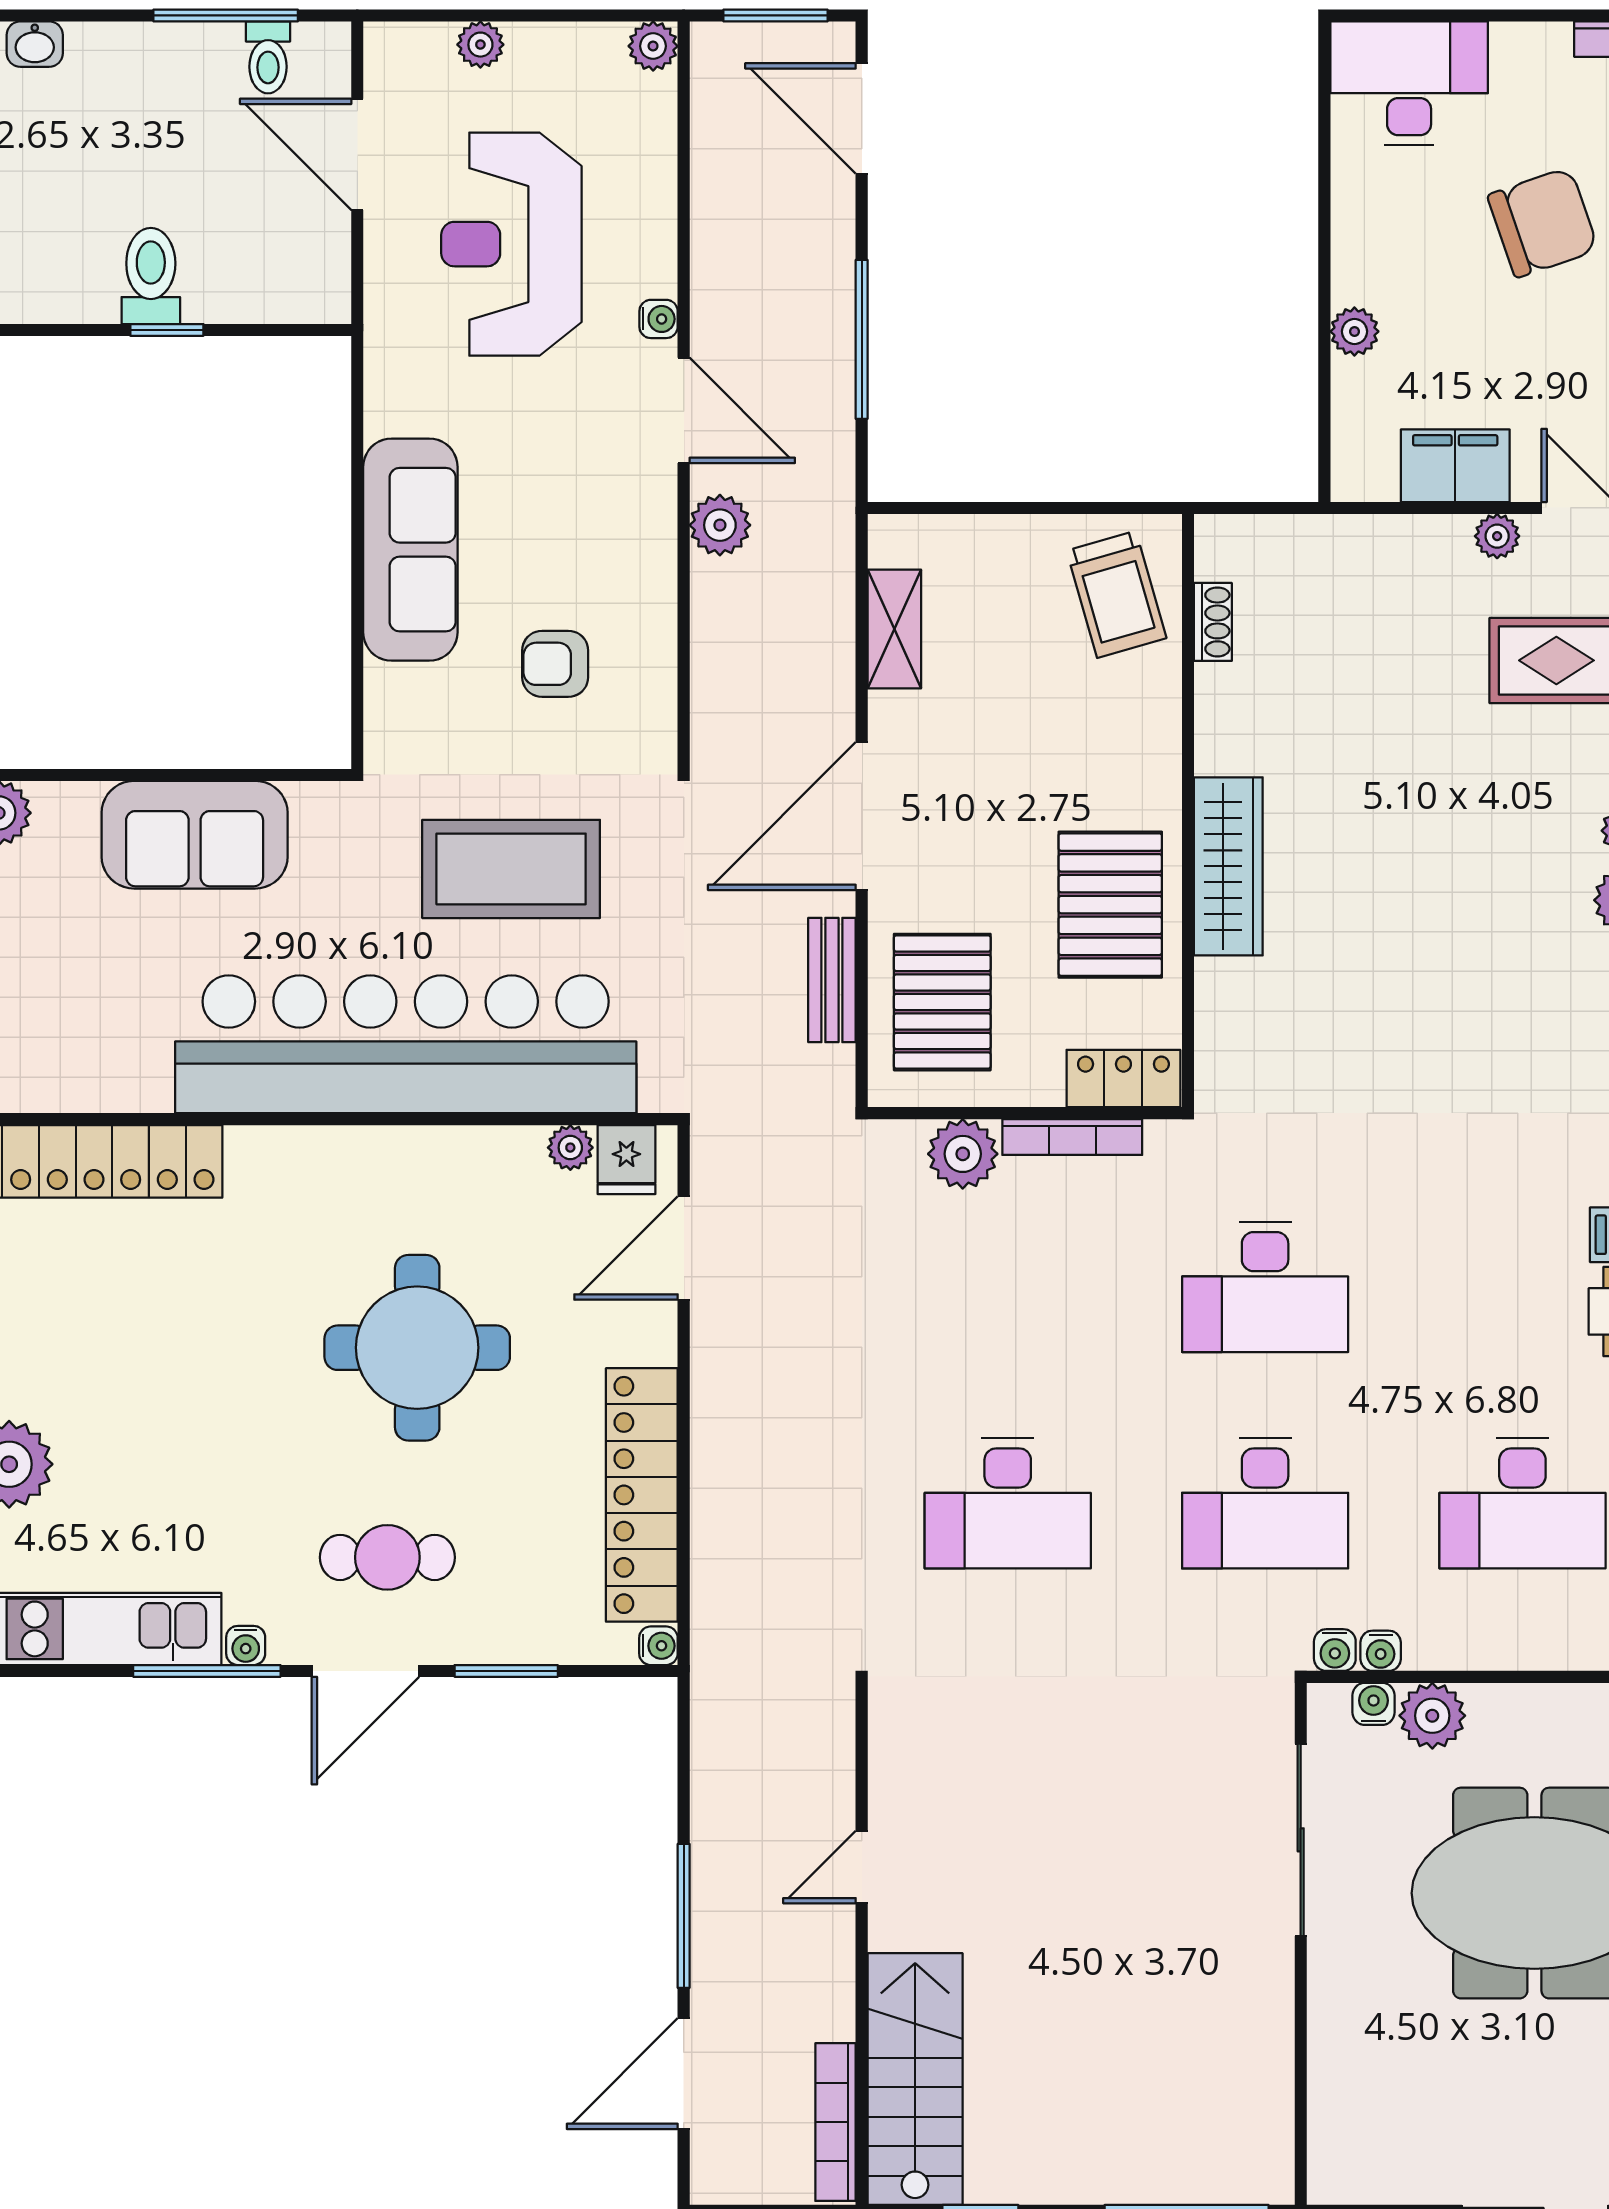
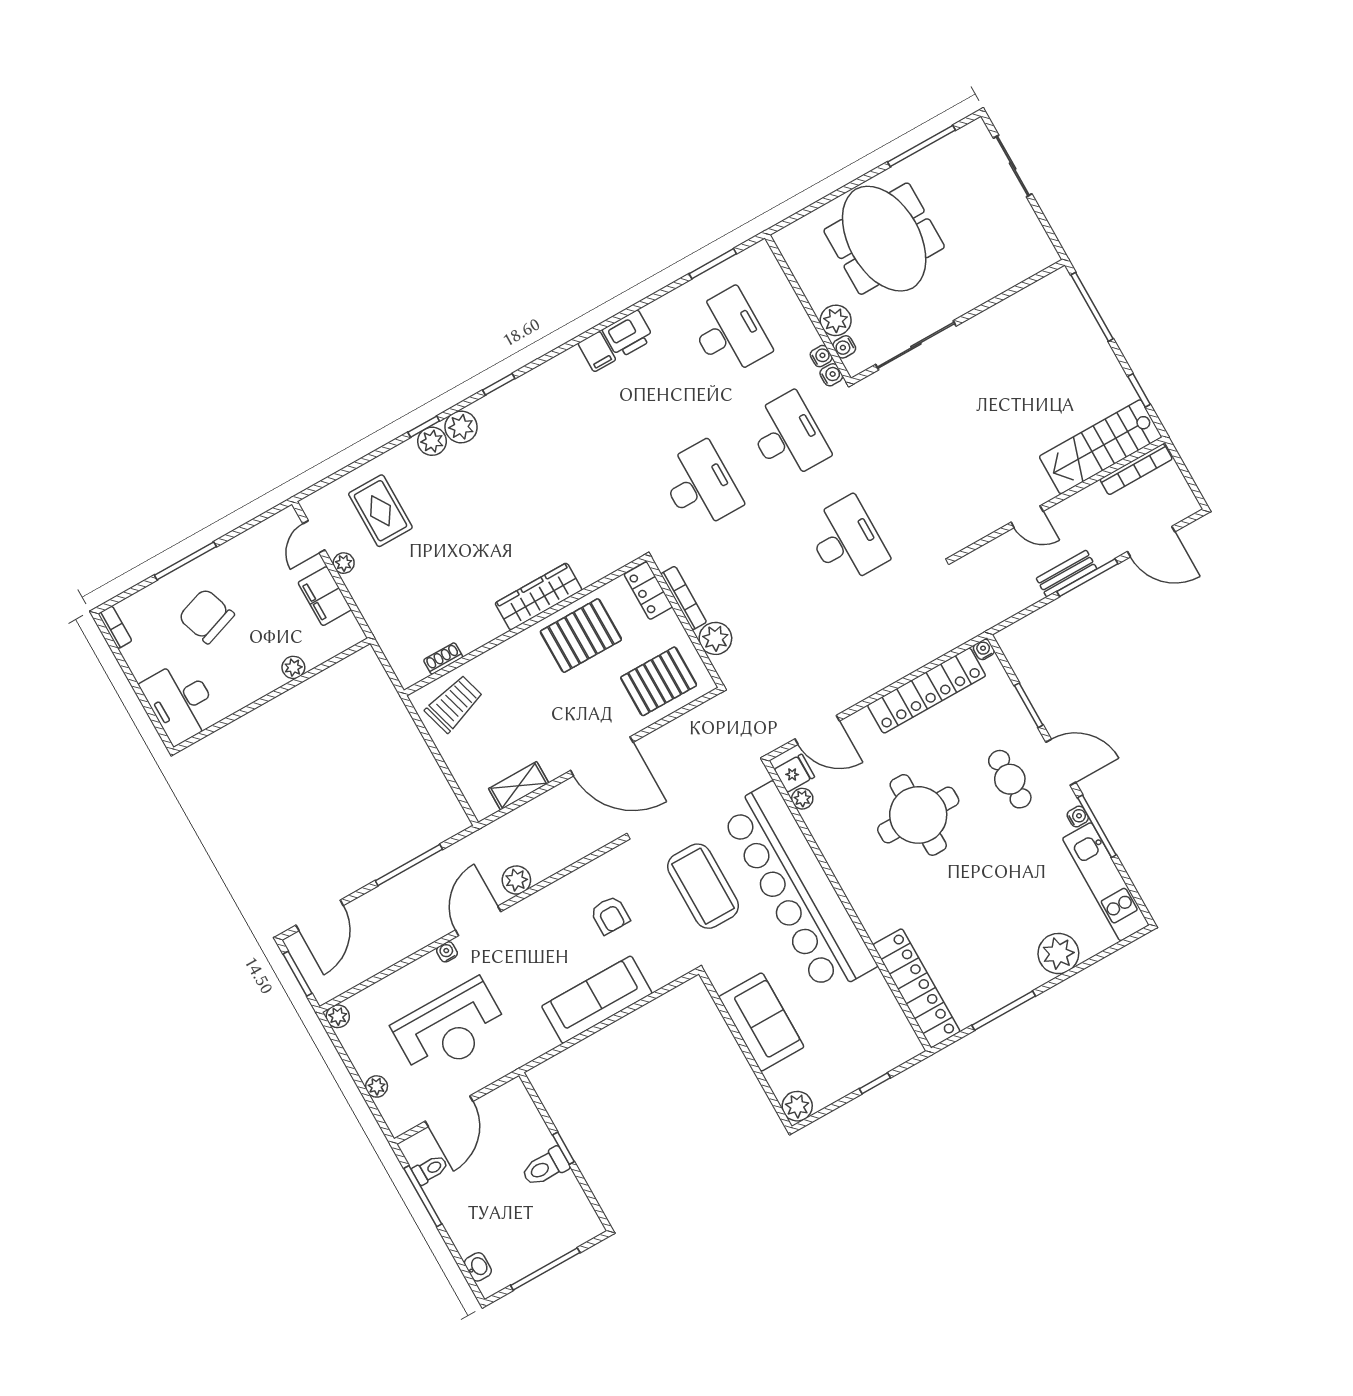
bench: (832, 980) -> (1067, 574), moved

